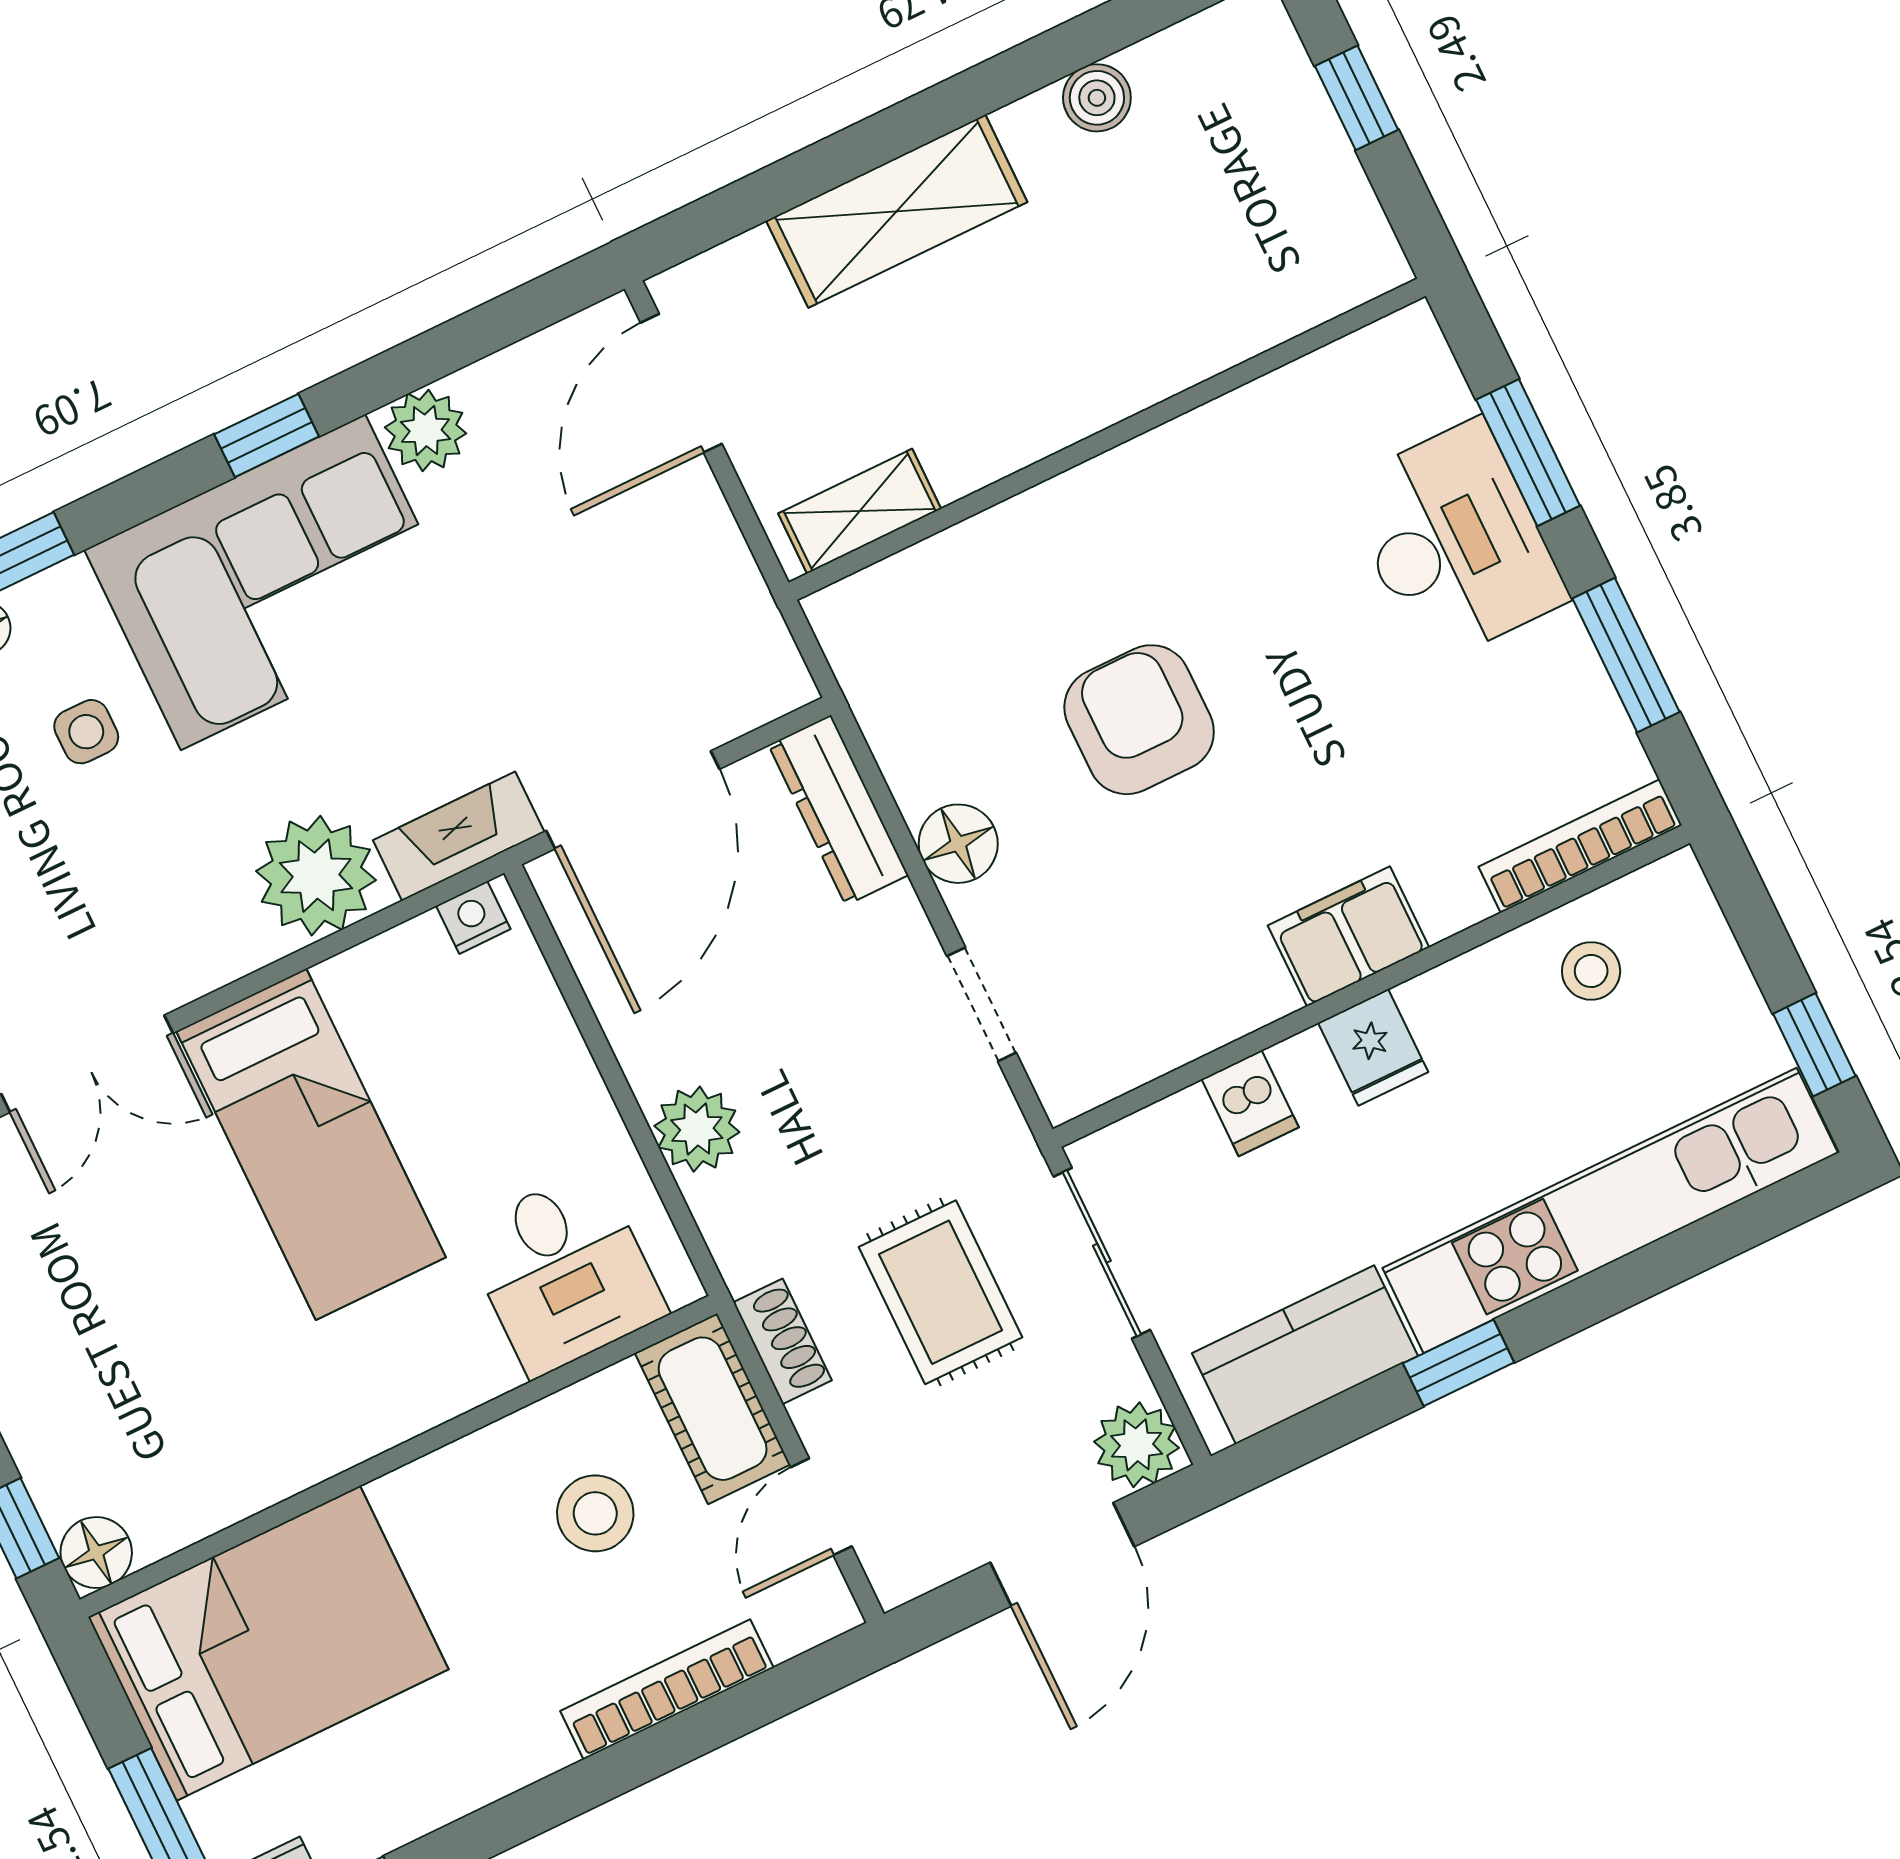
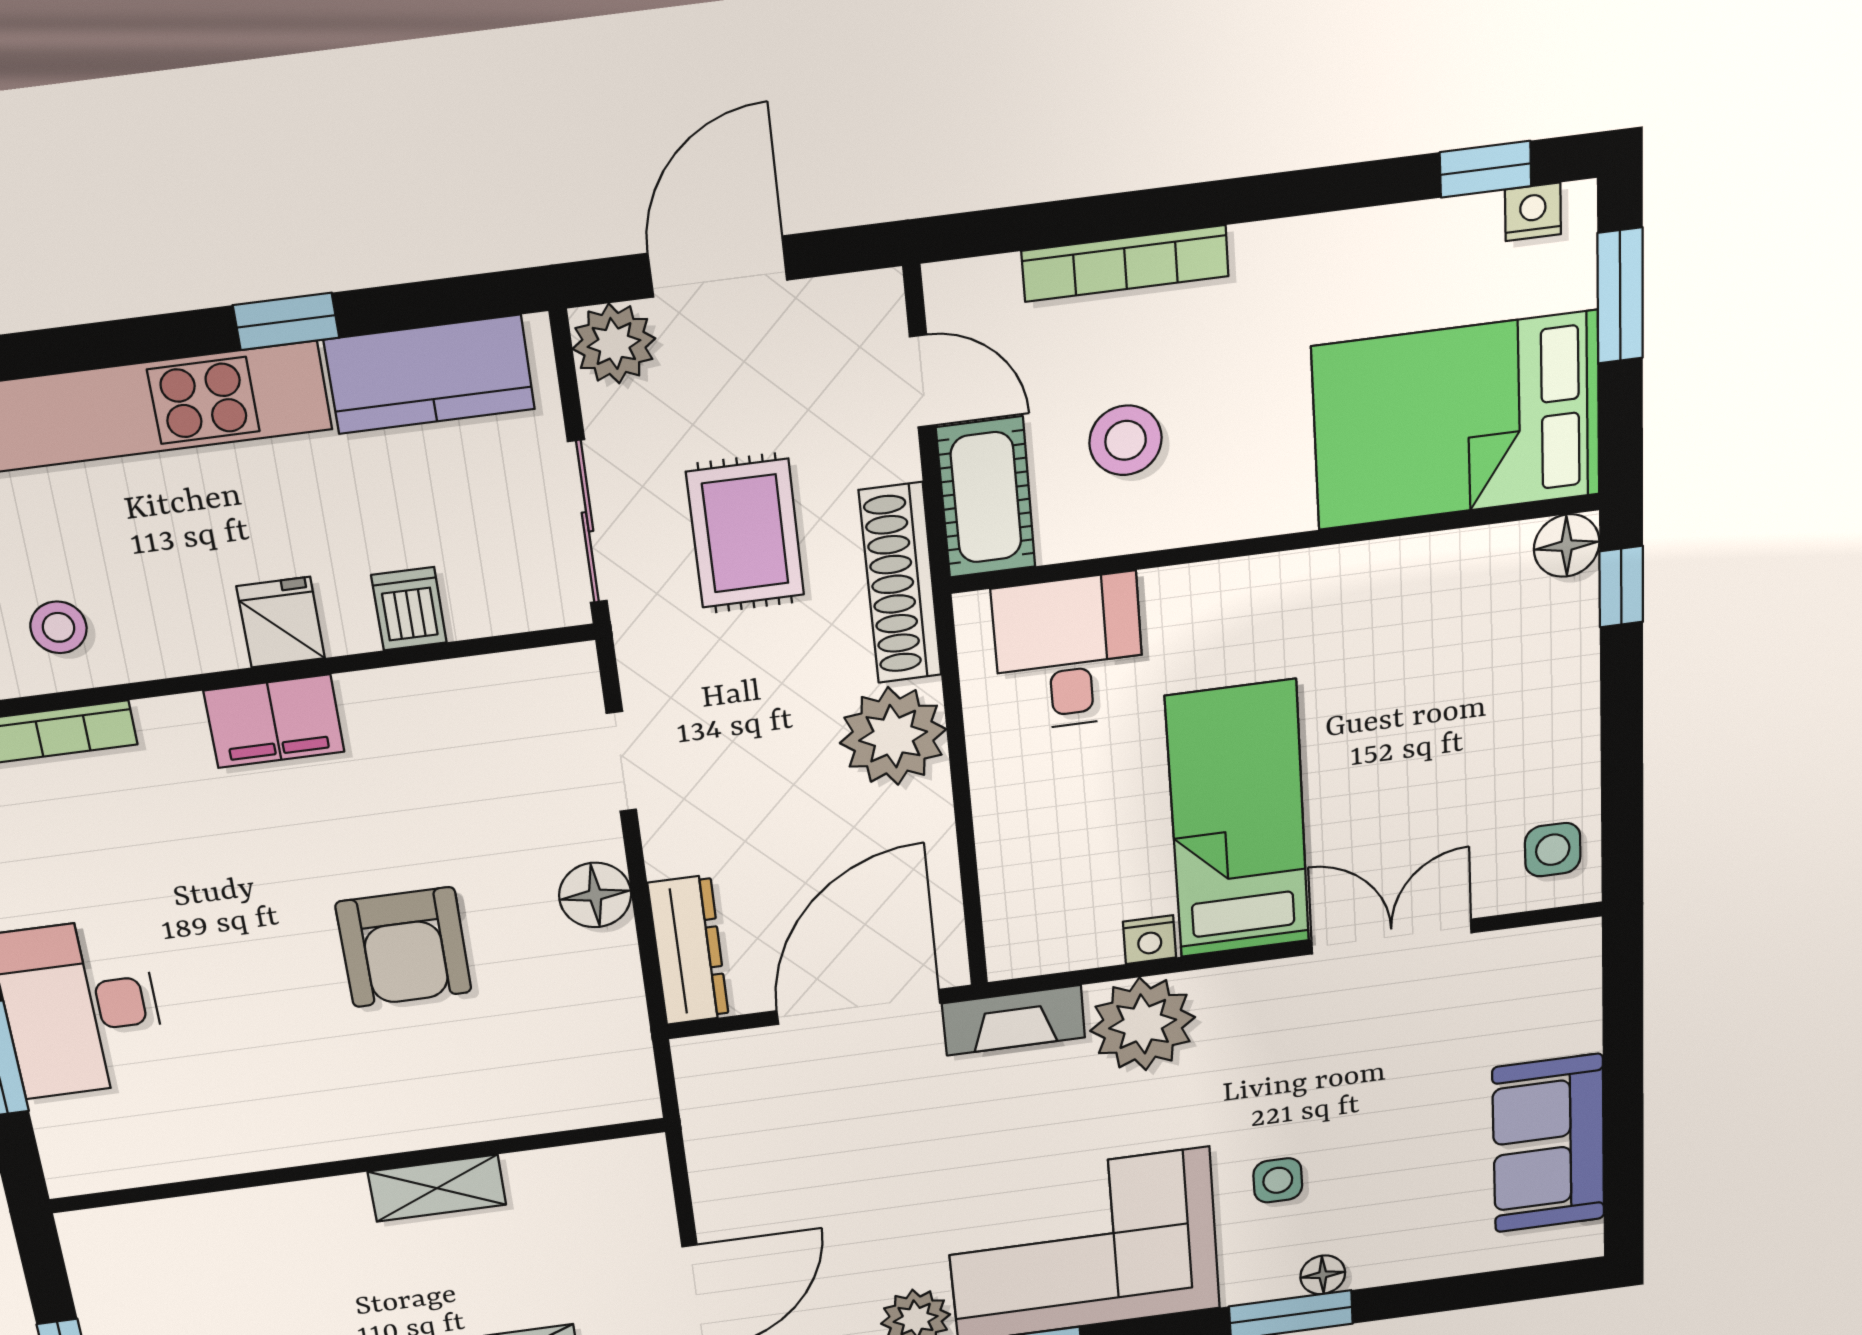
shelving: (860, 511) -> (437, 1188), moved
nightstand: (473, 917) -> (1150, 940), moved
plant: (697, 1129) -> (893, 736), width x1.36, depth x1.36
shoe rack: (782, 1341) -> (900, 583), width x1.94, depth x1.24
door: (821, 1507) -> (922, 381), hinge flipped

